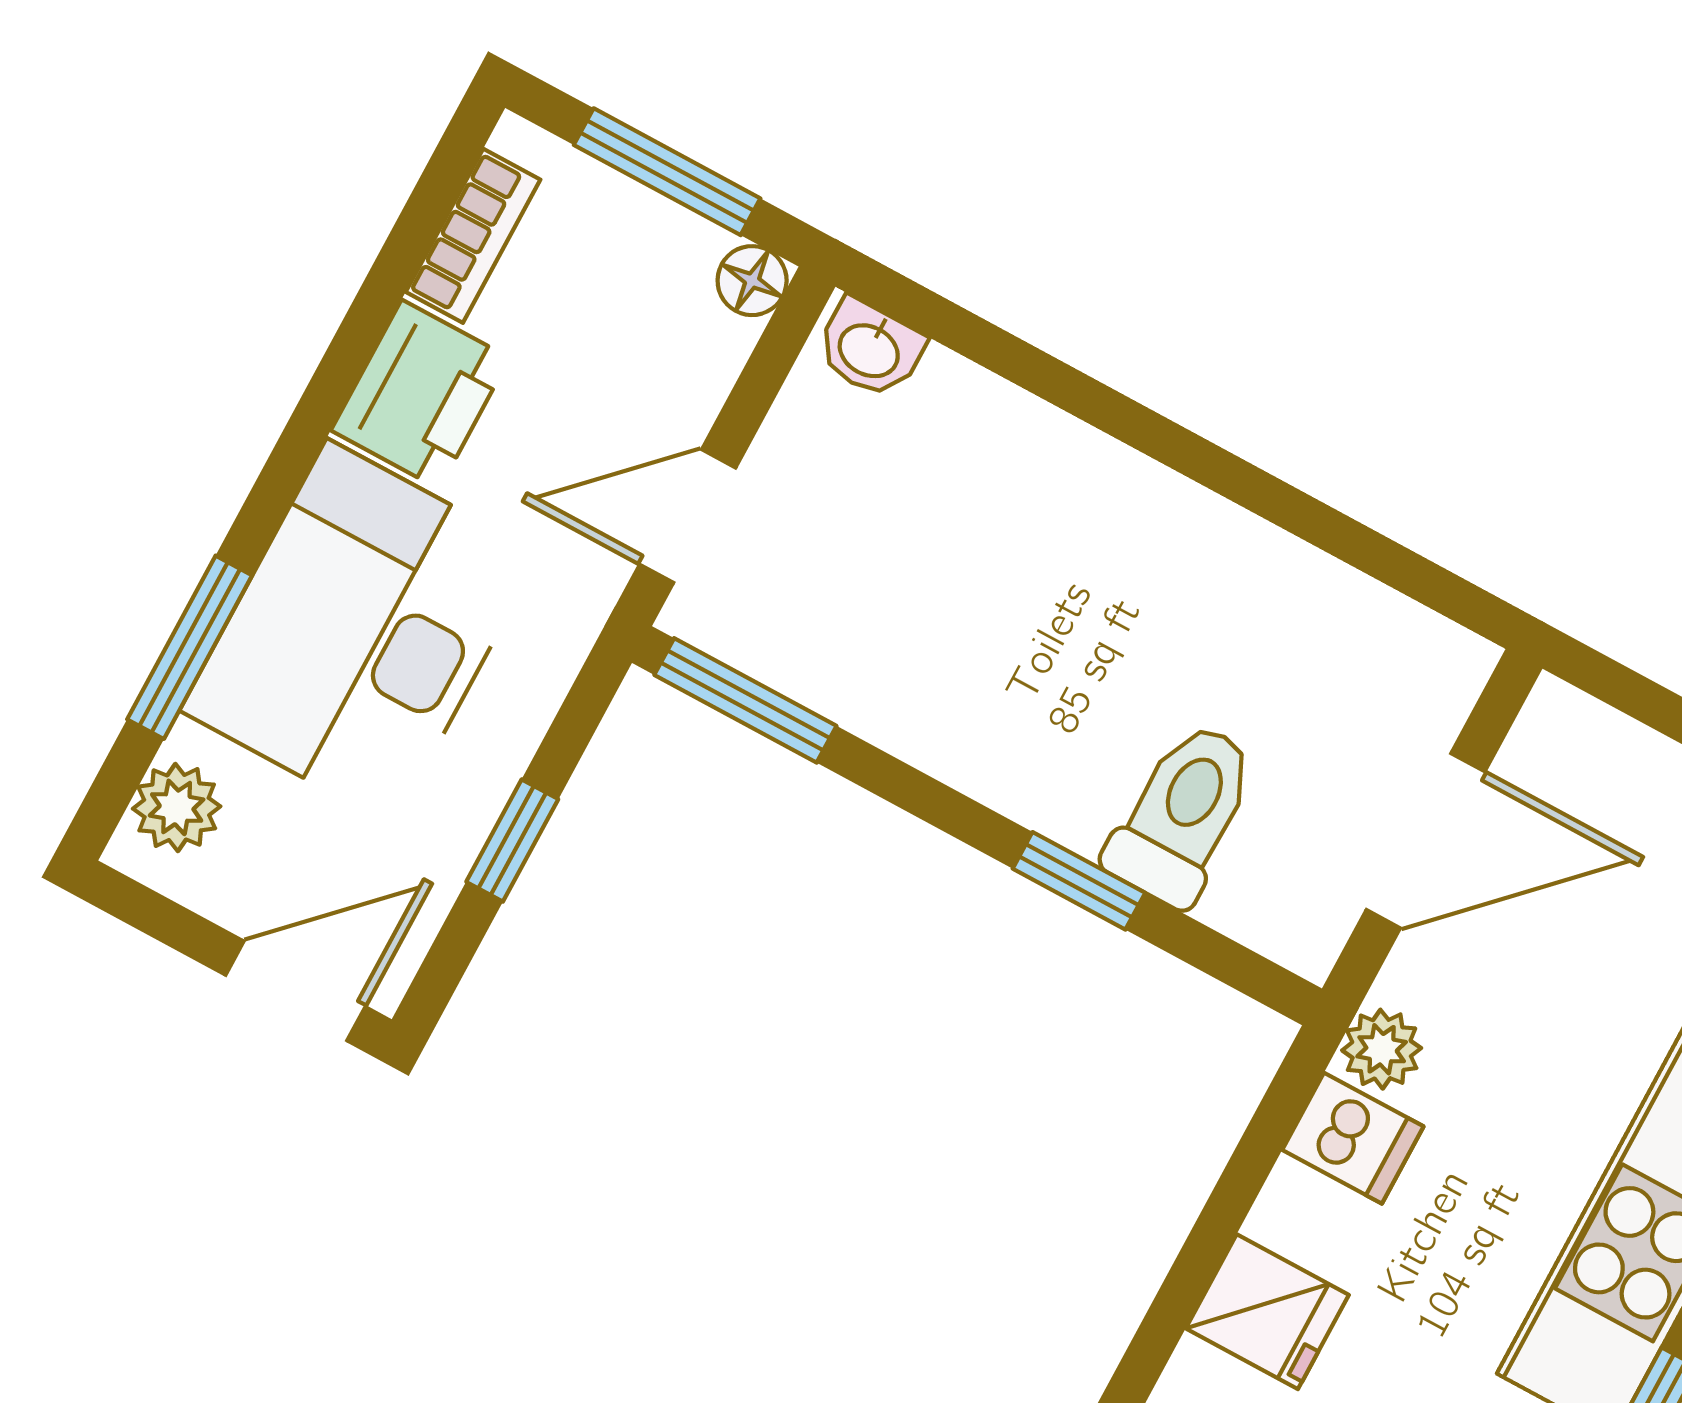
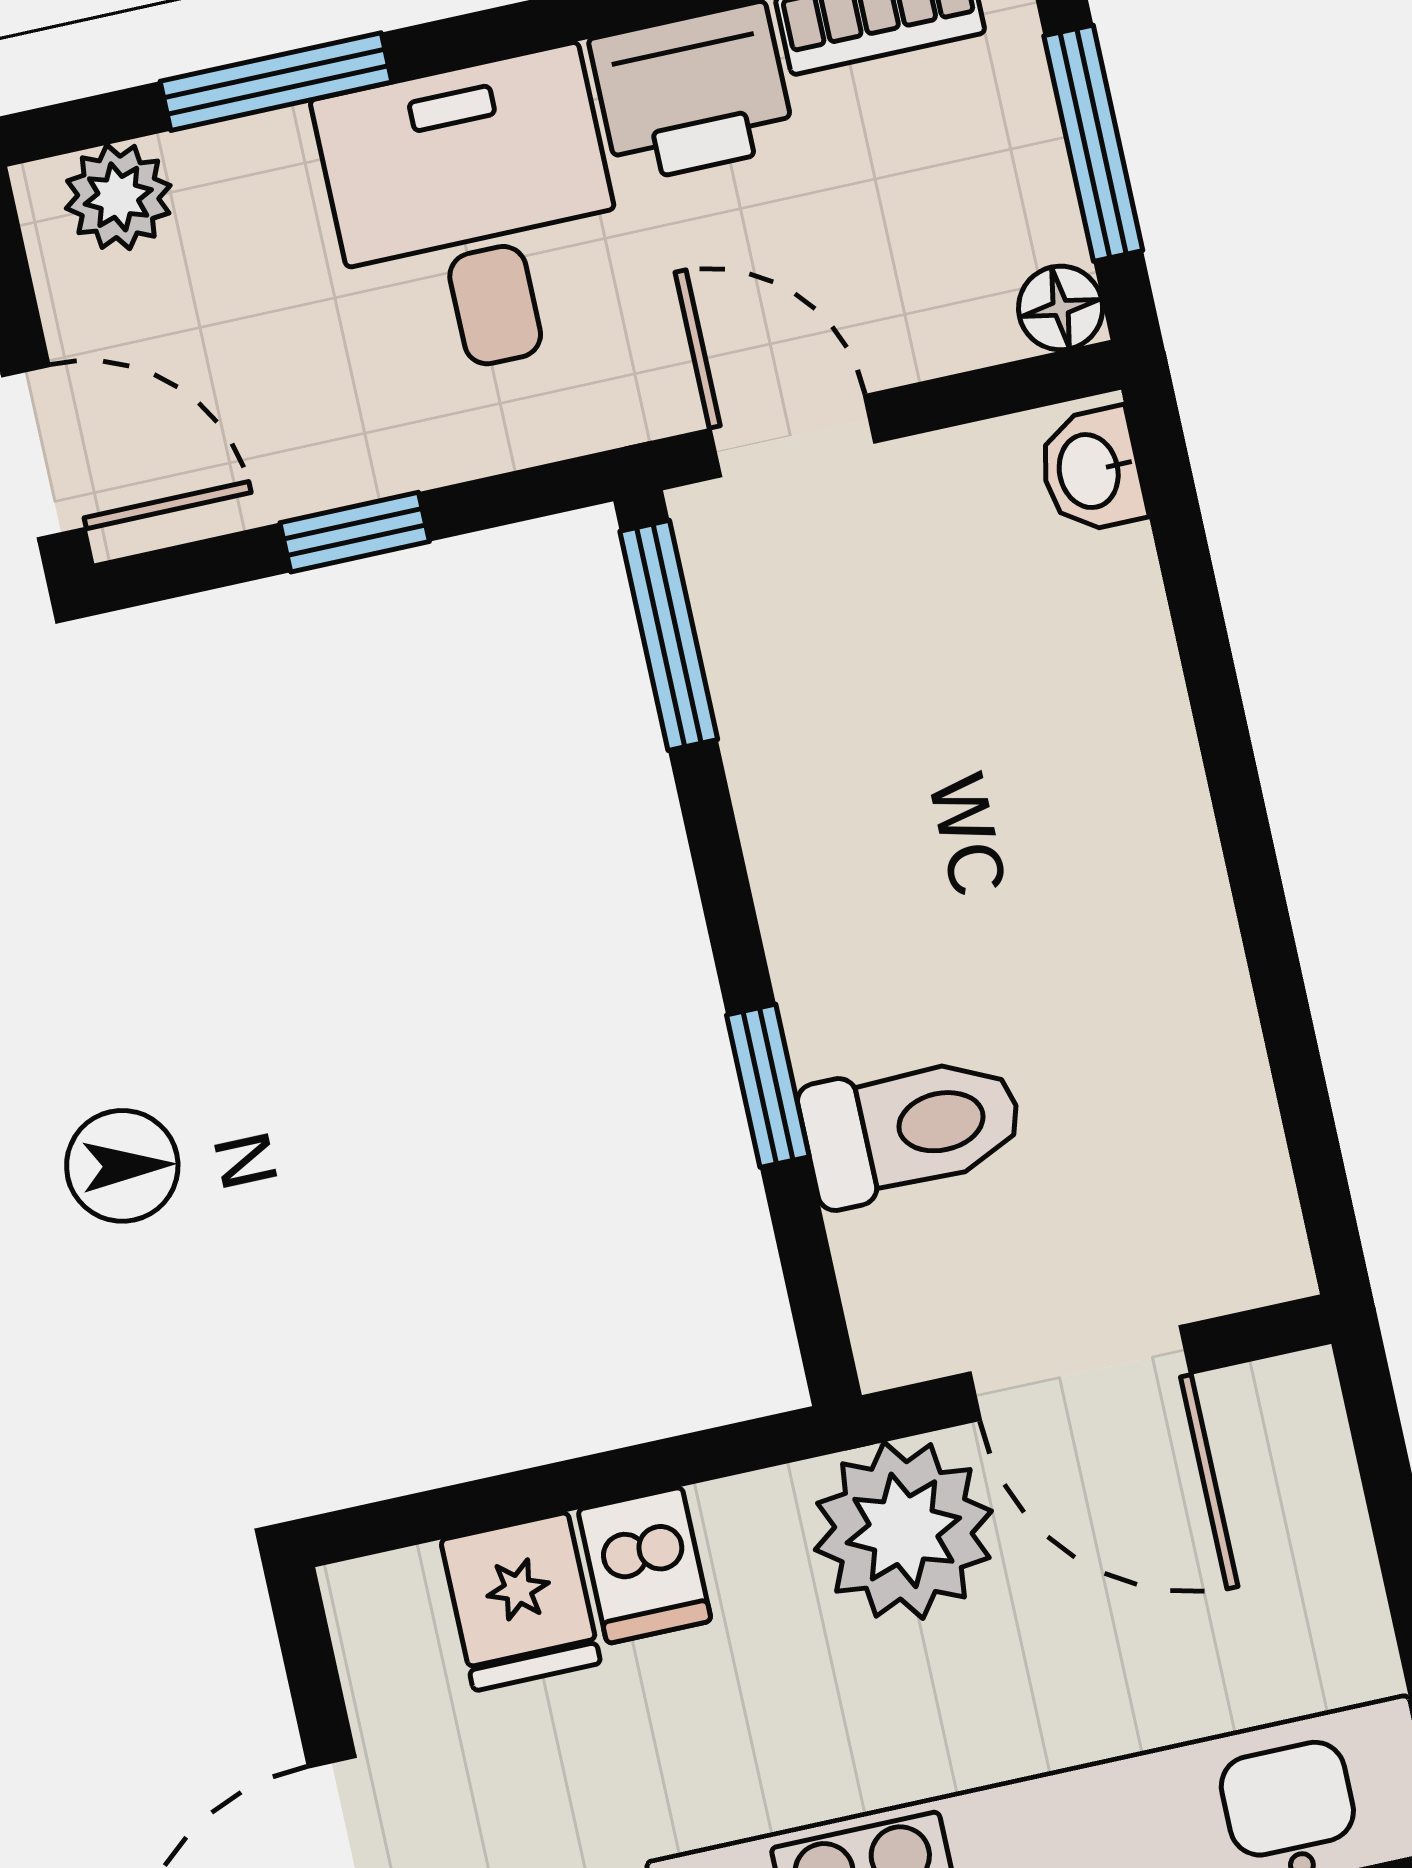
desk: (360, 632) -> (475, 215), width x0.73
plant: (1382, 1049) -> (903, 1530), width x1.88, depth x1.88
dishwasher: (1353, 1138) -> (645, 1565), moved

